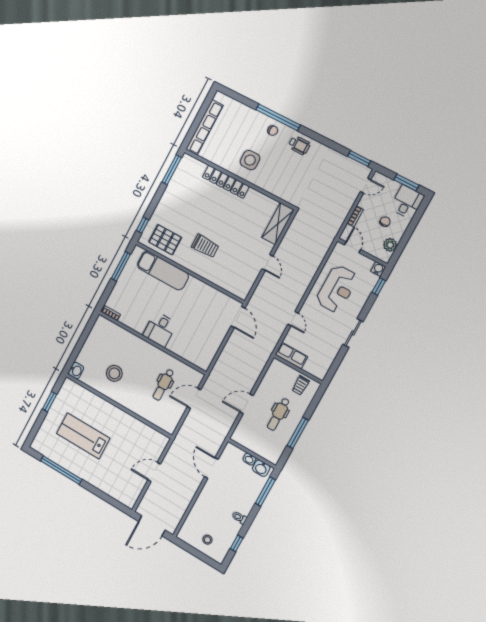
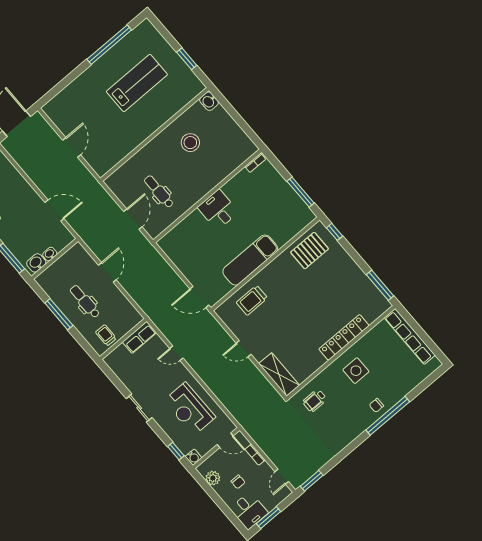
wheelchair: (299, 145) -> (315, 401), moved
trolley: (205, 246) -> (252, 300), moved
exam couch: (163, 271) -> (250, 260), moved

